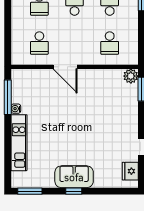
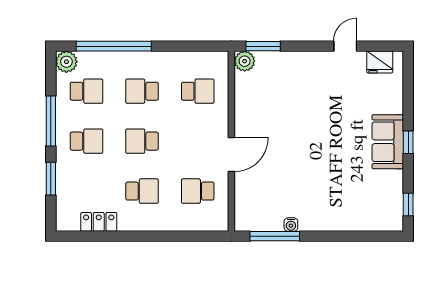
school desk: (39, 43) -> (198, 191), turned 180
kitchen unit: (19, 143) -> (339, 220), removed
window: (30, 191) -> (408, 205), width x0.67

